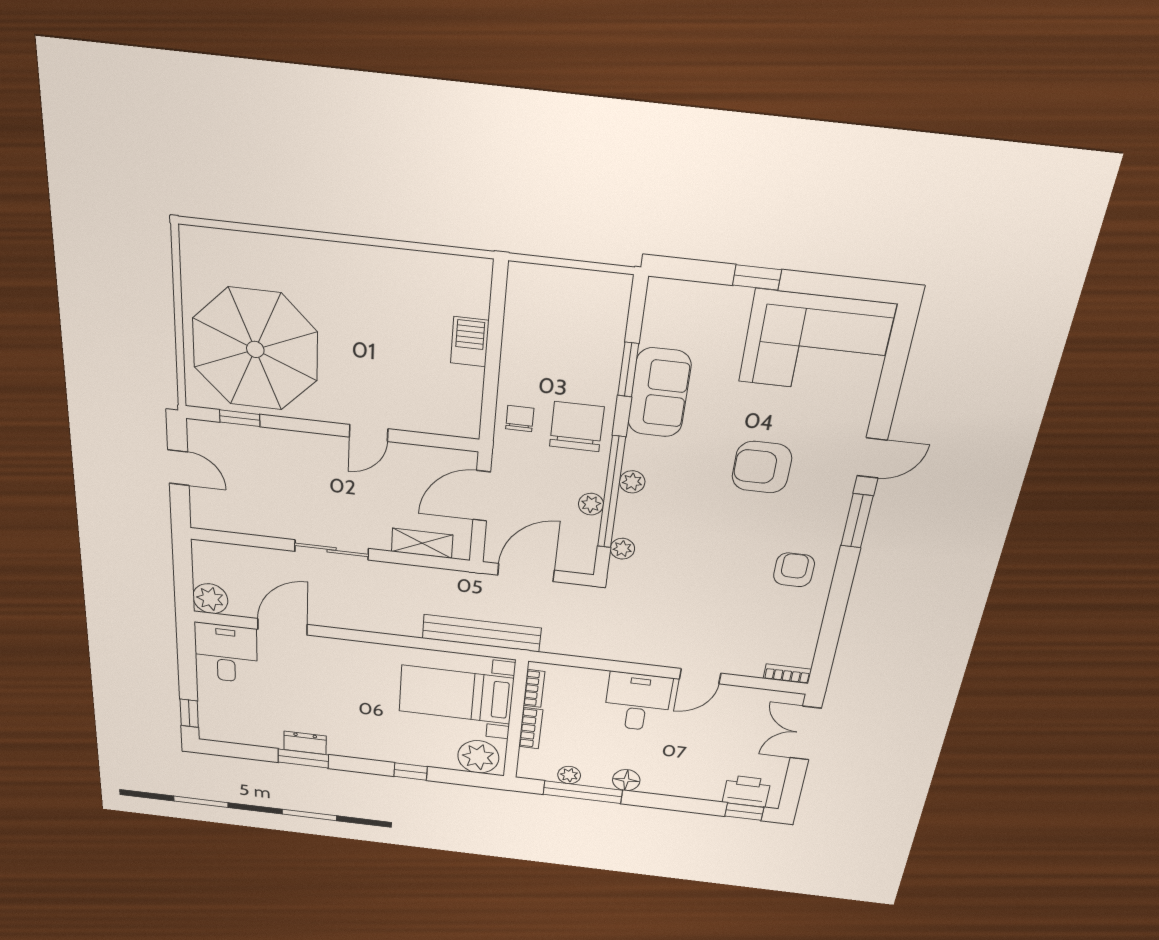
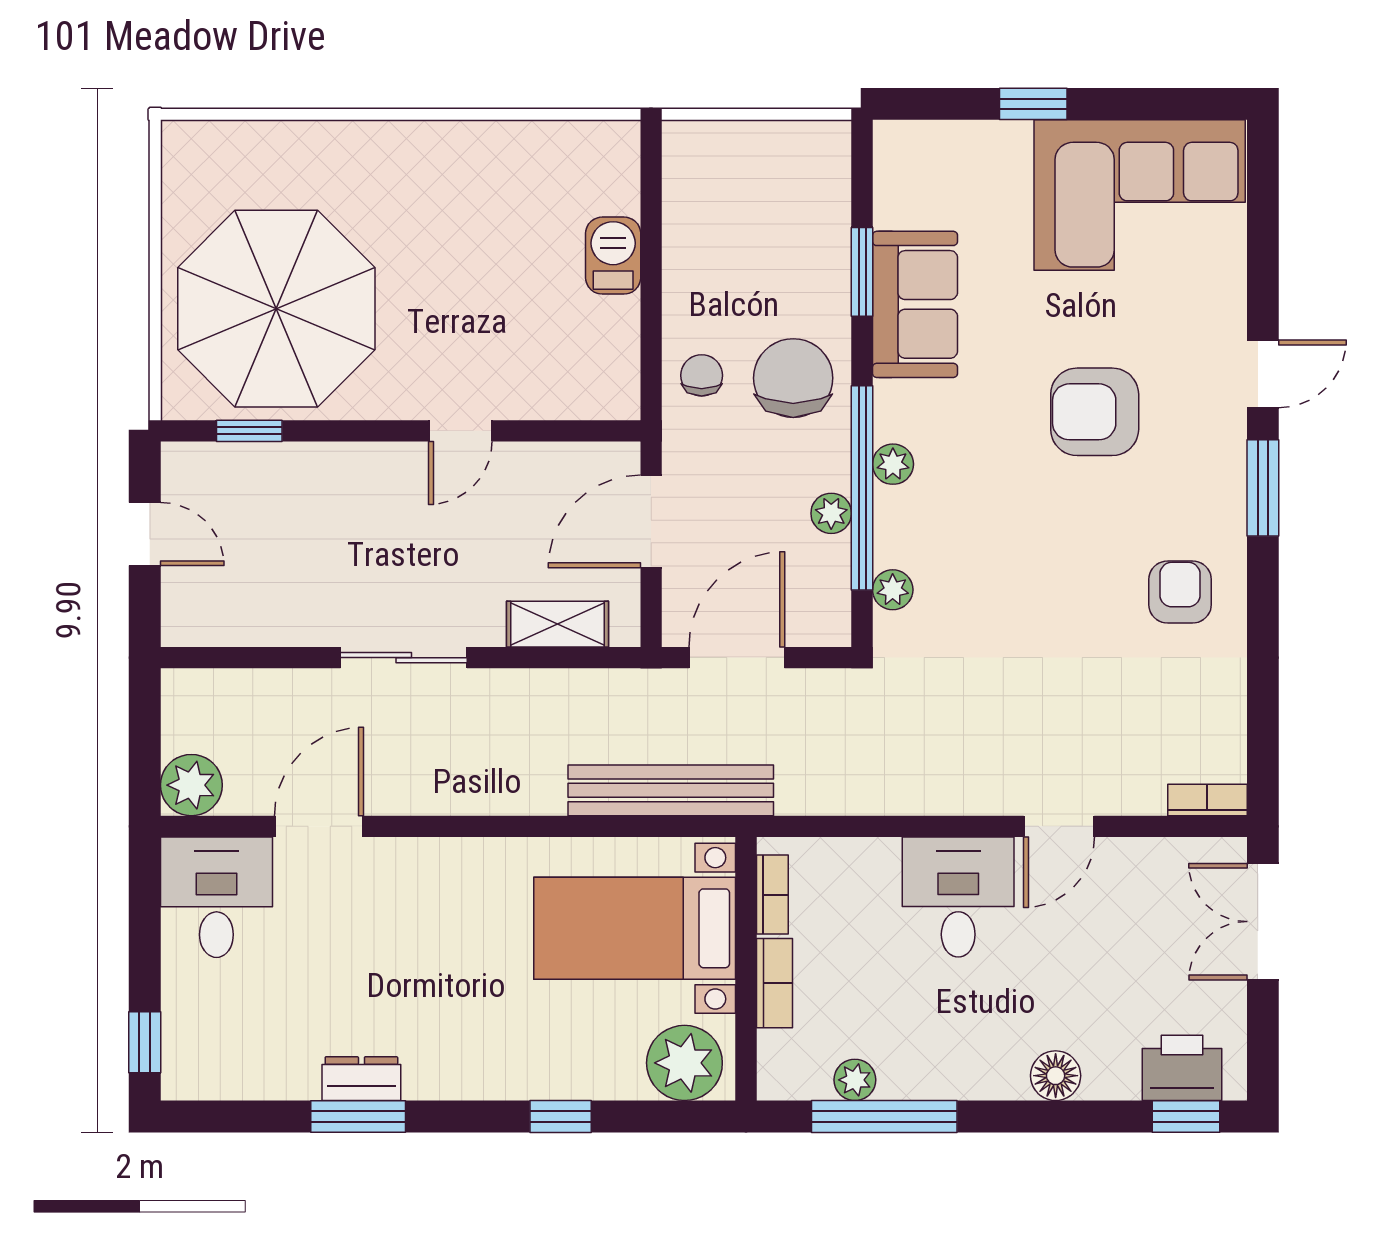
floor lamp: (626, 780) -> (1056, 1076), moved

